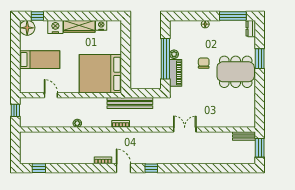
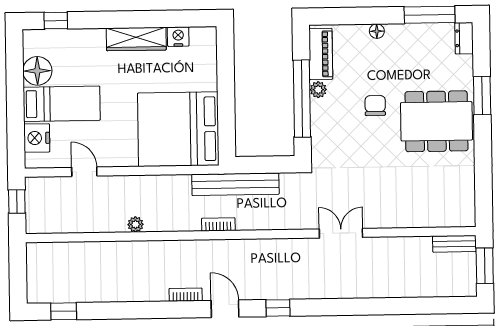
nightstand: (55, 27) -> (37, 138), moved, turned -90
floor lamp: (27, 28) -> (37, 71), moved
piano: (176, 73) -> (321, 54), moved

